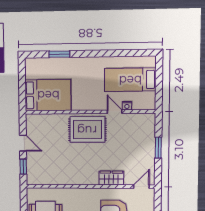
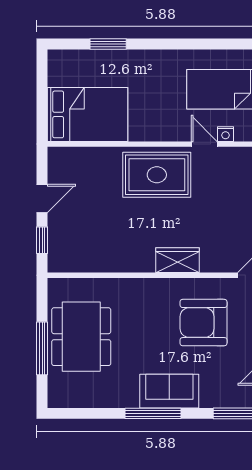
door: (23, 143) -> (42, 198), hinge flipped
wardrobe: (111, 178) -> (178, 260), moved

